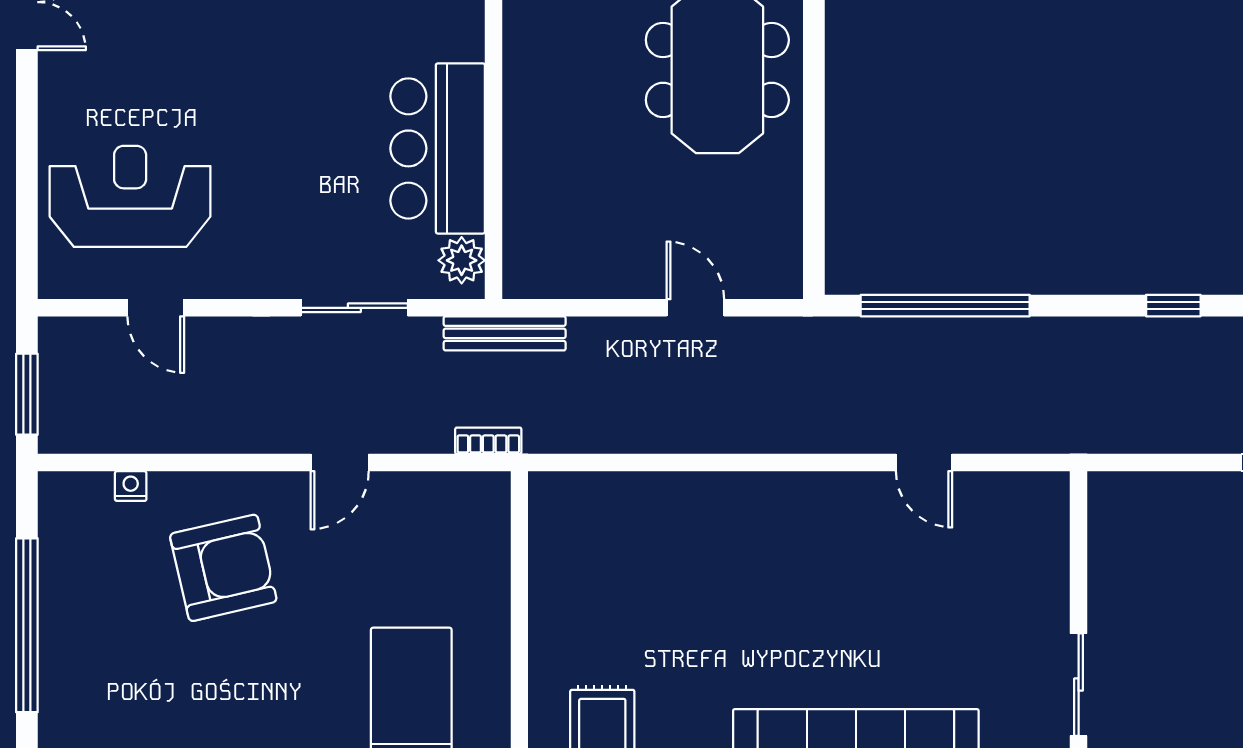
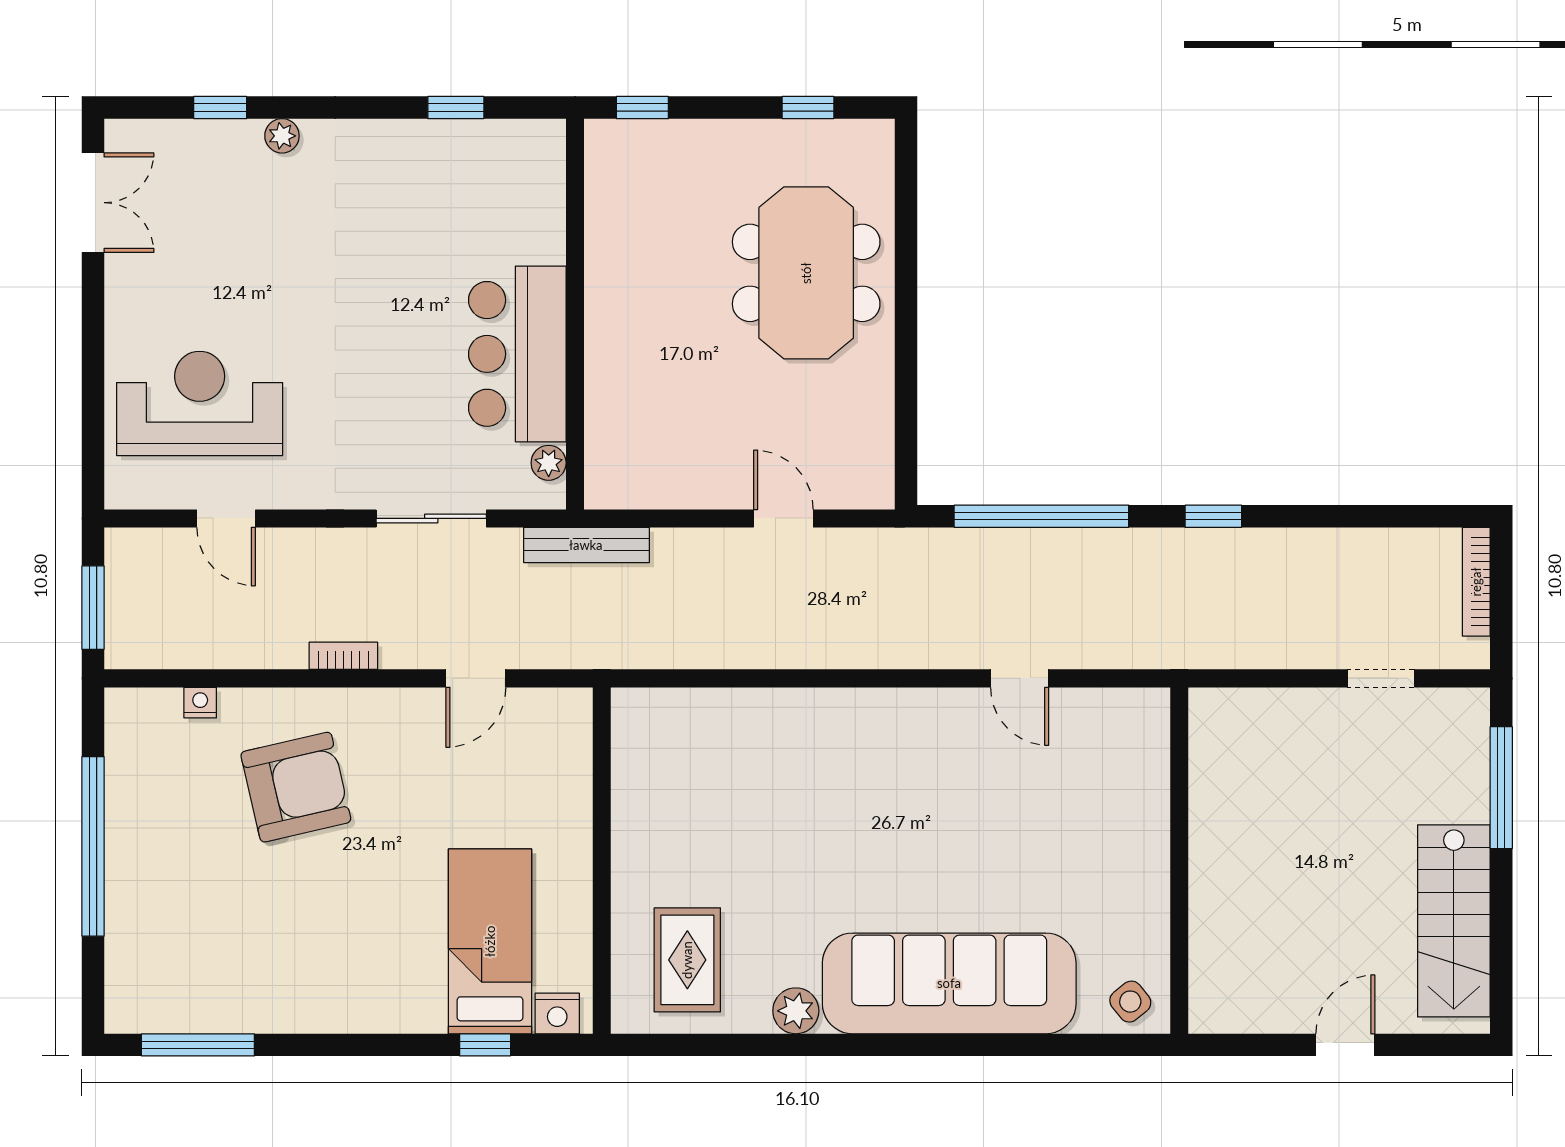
plant: (462, 260) -> (549, 463), width x0.73, depth x0.73
window: (1173, 306) -> (1213, 516), moved
bookcase: (488, 441) -> (343, 656), moved
door: (340, 463) -> (476, 678), moved
sliding door: (1079, 685) -> (1179, 908), removed

